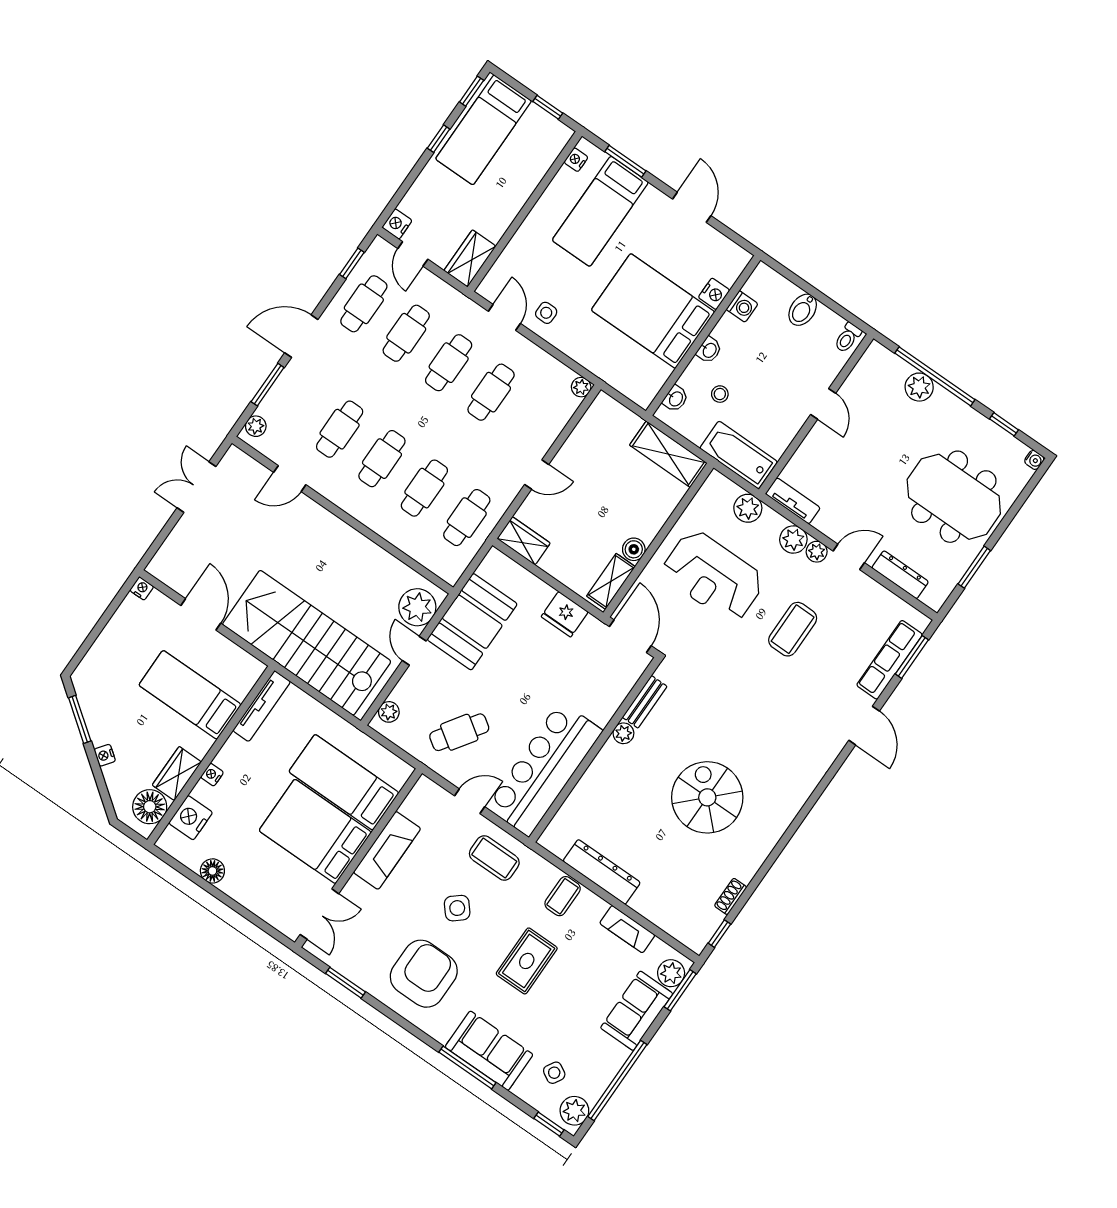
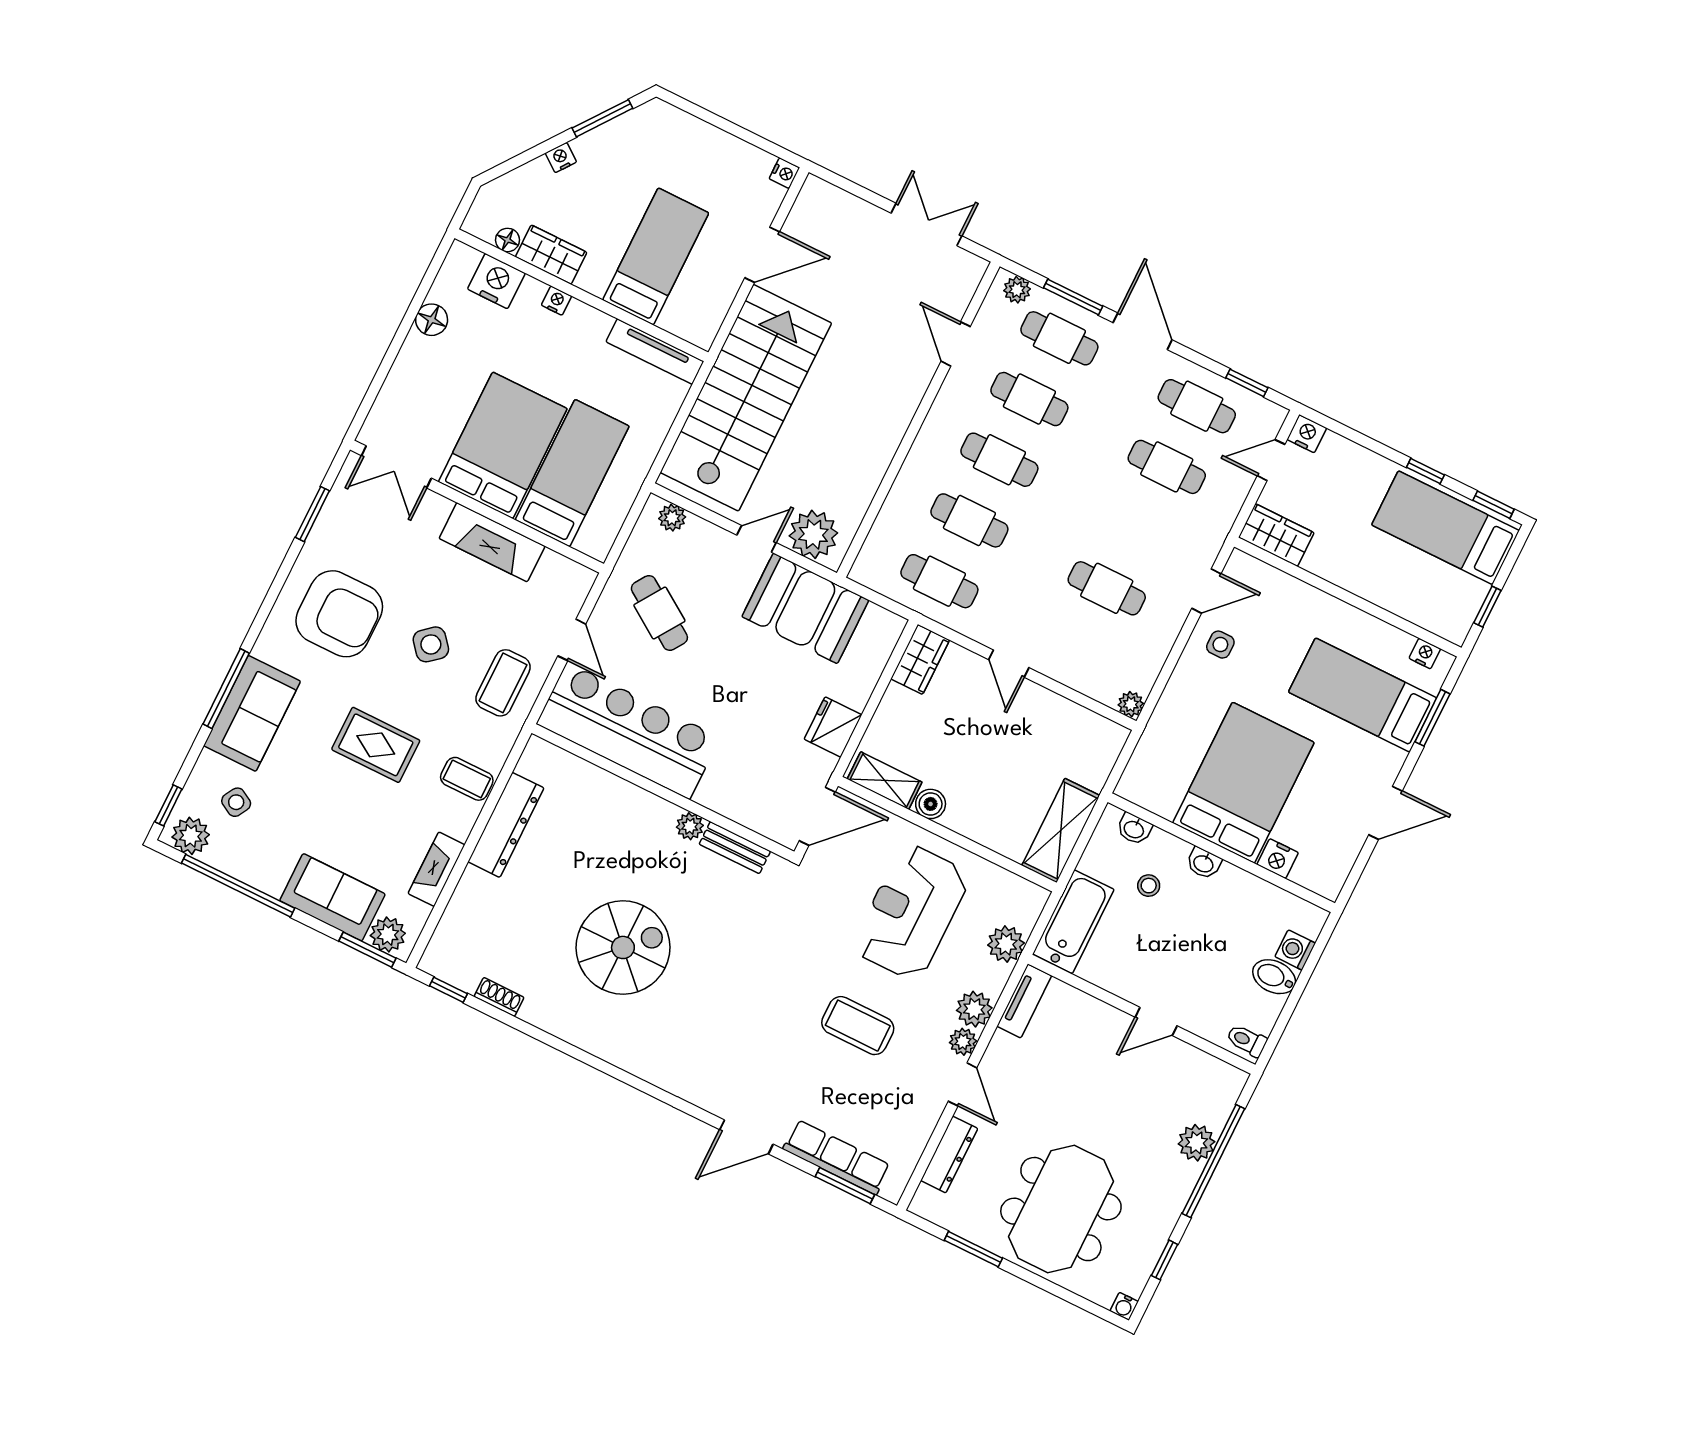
washing machine: (742, 307) -> (1295, 950), moved, turned 90
cafe table: (449, 363) -> (1059, 338), moved
floor lamp: (150, 807) -> (508, 240), width x0.53, depth x0.53

